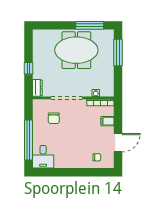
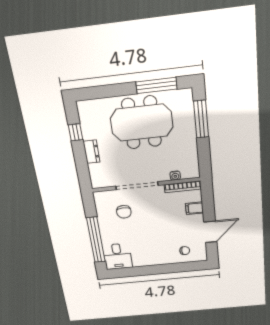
window: (28, 68) -> (76, 132), moved
dresser: (37, 88) -> (92, 152), moved

